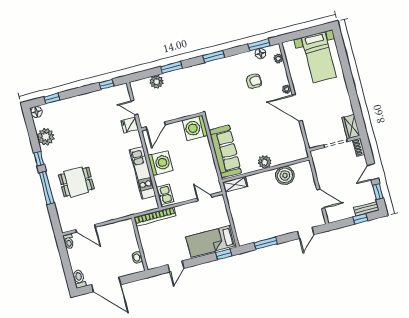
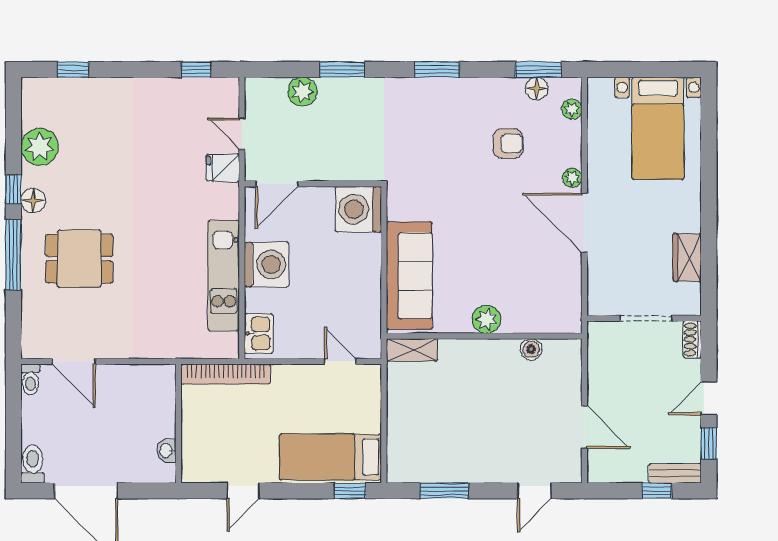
floor lamp: (36, 112) -> (33, 200), moved
wardrobe: (351, 127) -> (687, 257), moved
boiler: (285, 175) -> (531, 349), width x0.54, depth x0.54

